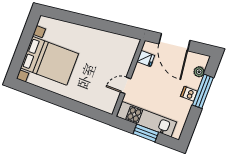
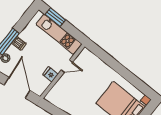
fridge: (146, 59) -> (50, 74), moved
window: (146, 133) -> (55, 17), moved

